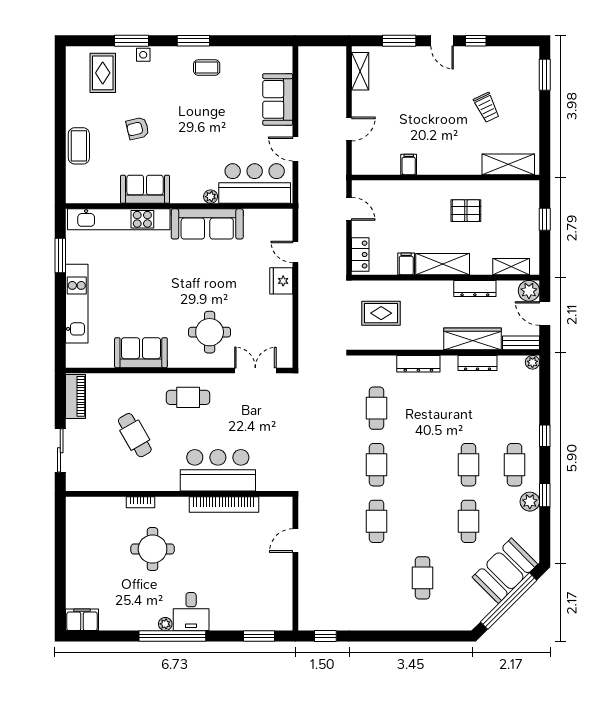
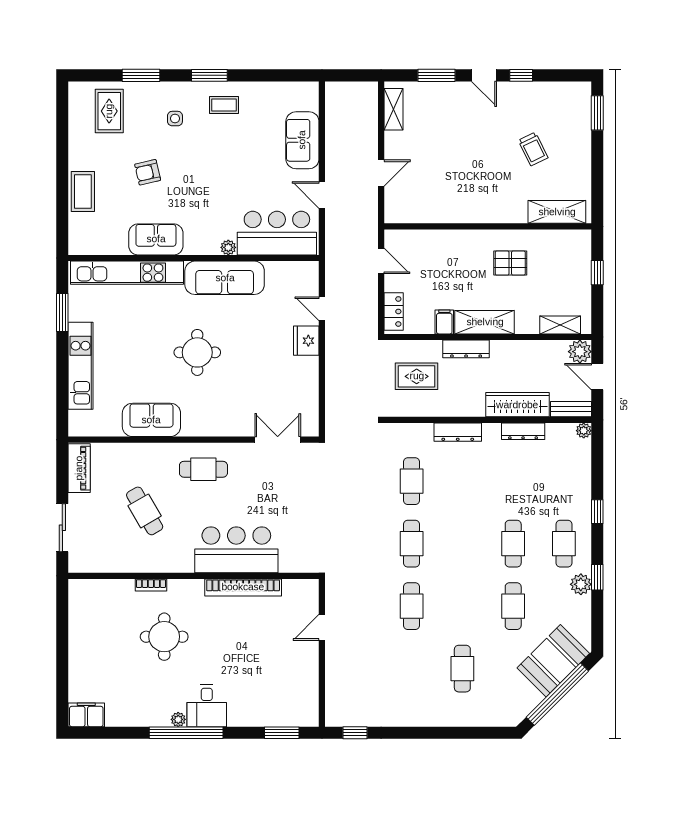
side table: (143, 55) -> (175, 119), moved
filing cabinet: (409, 164) -> (447, 212), removed
dresser: (475, 288) -> (466, 349), moved
round table: (210, 332) -> (197, 352), moved

